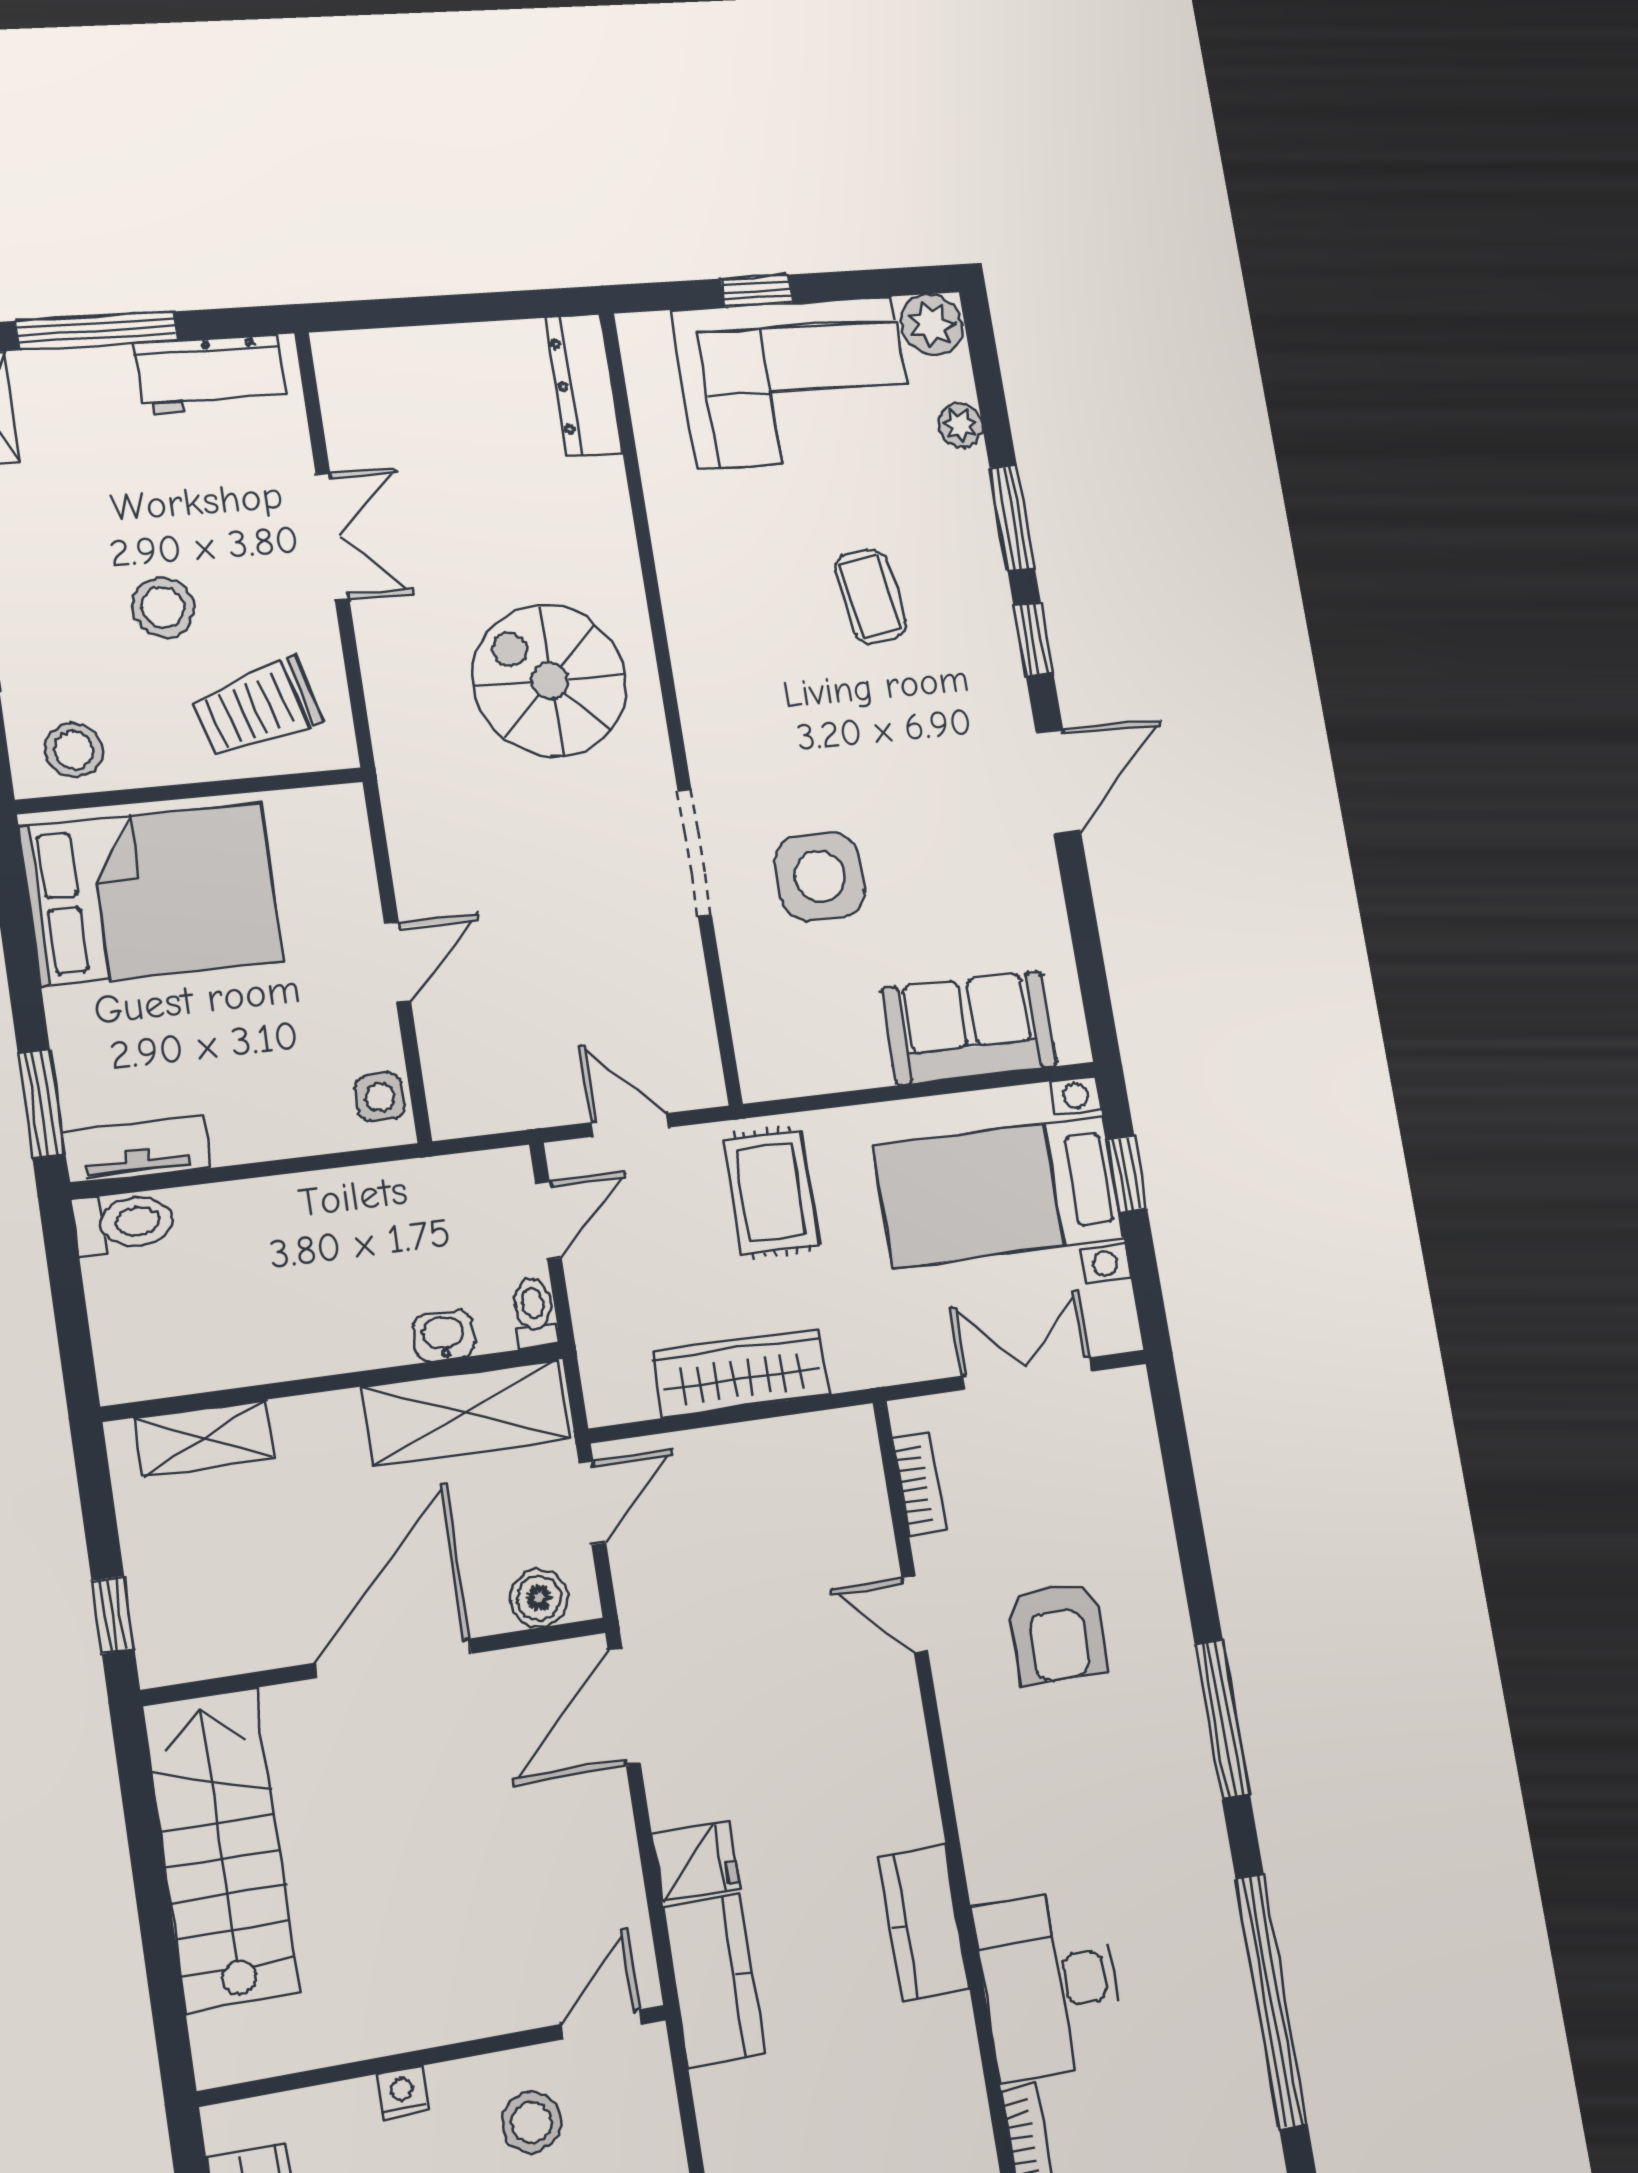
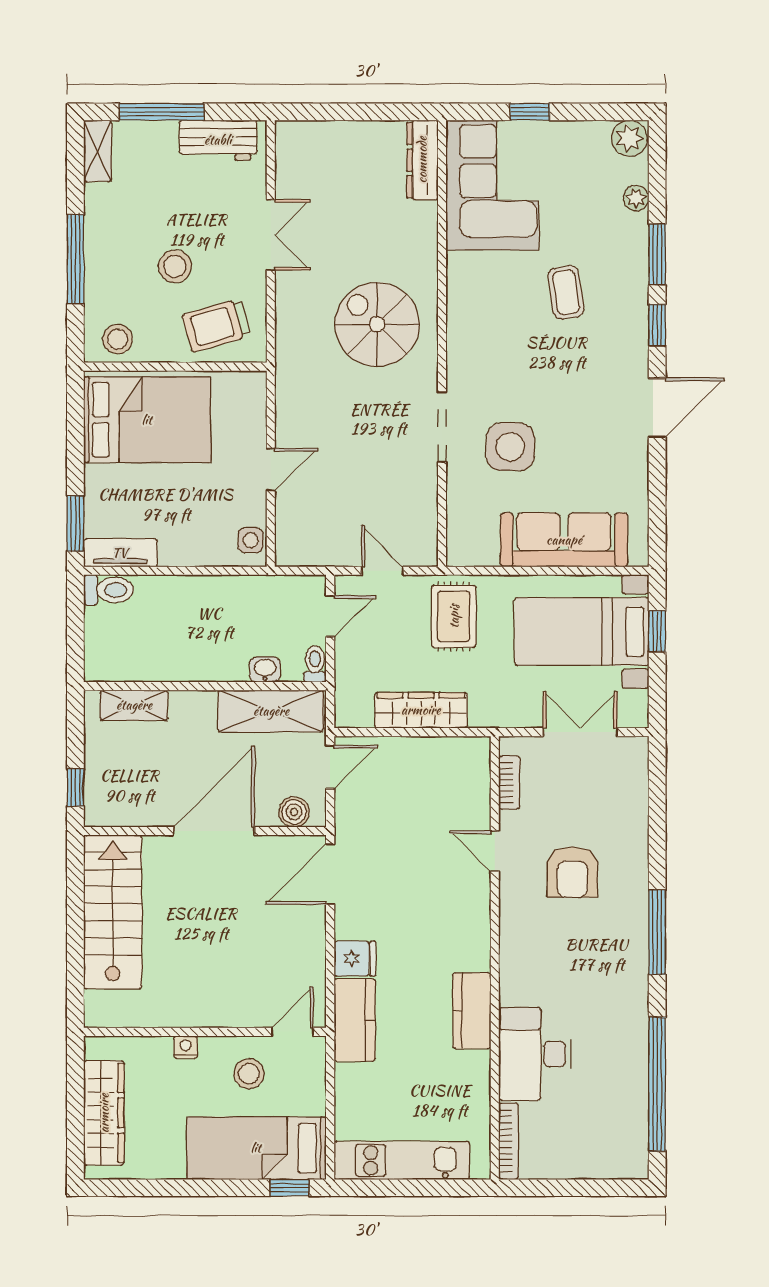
corner sofa: (796, 382) -> (492, 185), moved, turned -90
sofa: (969, 1028) -> (564, 540), width x1.36

